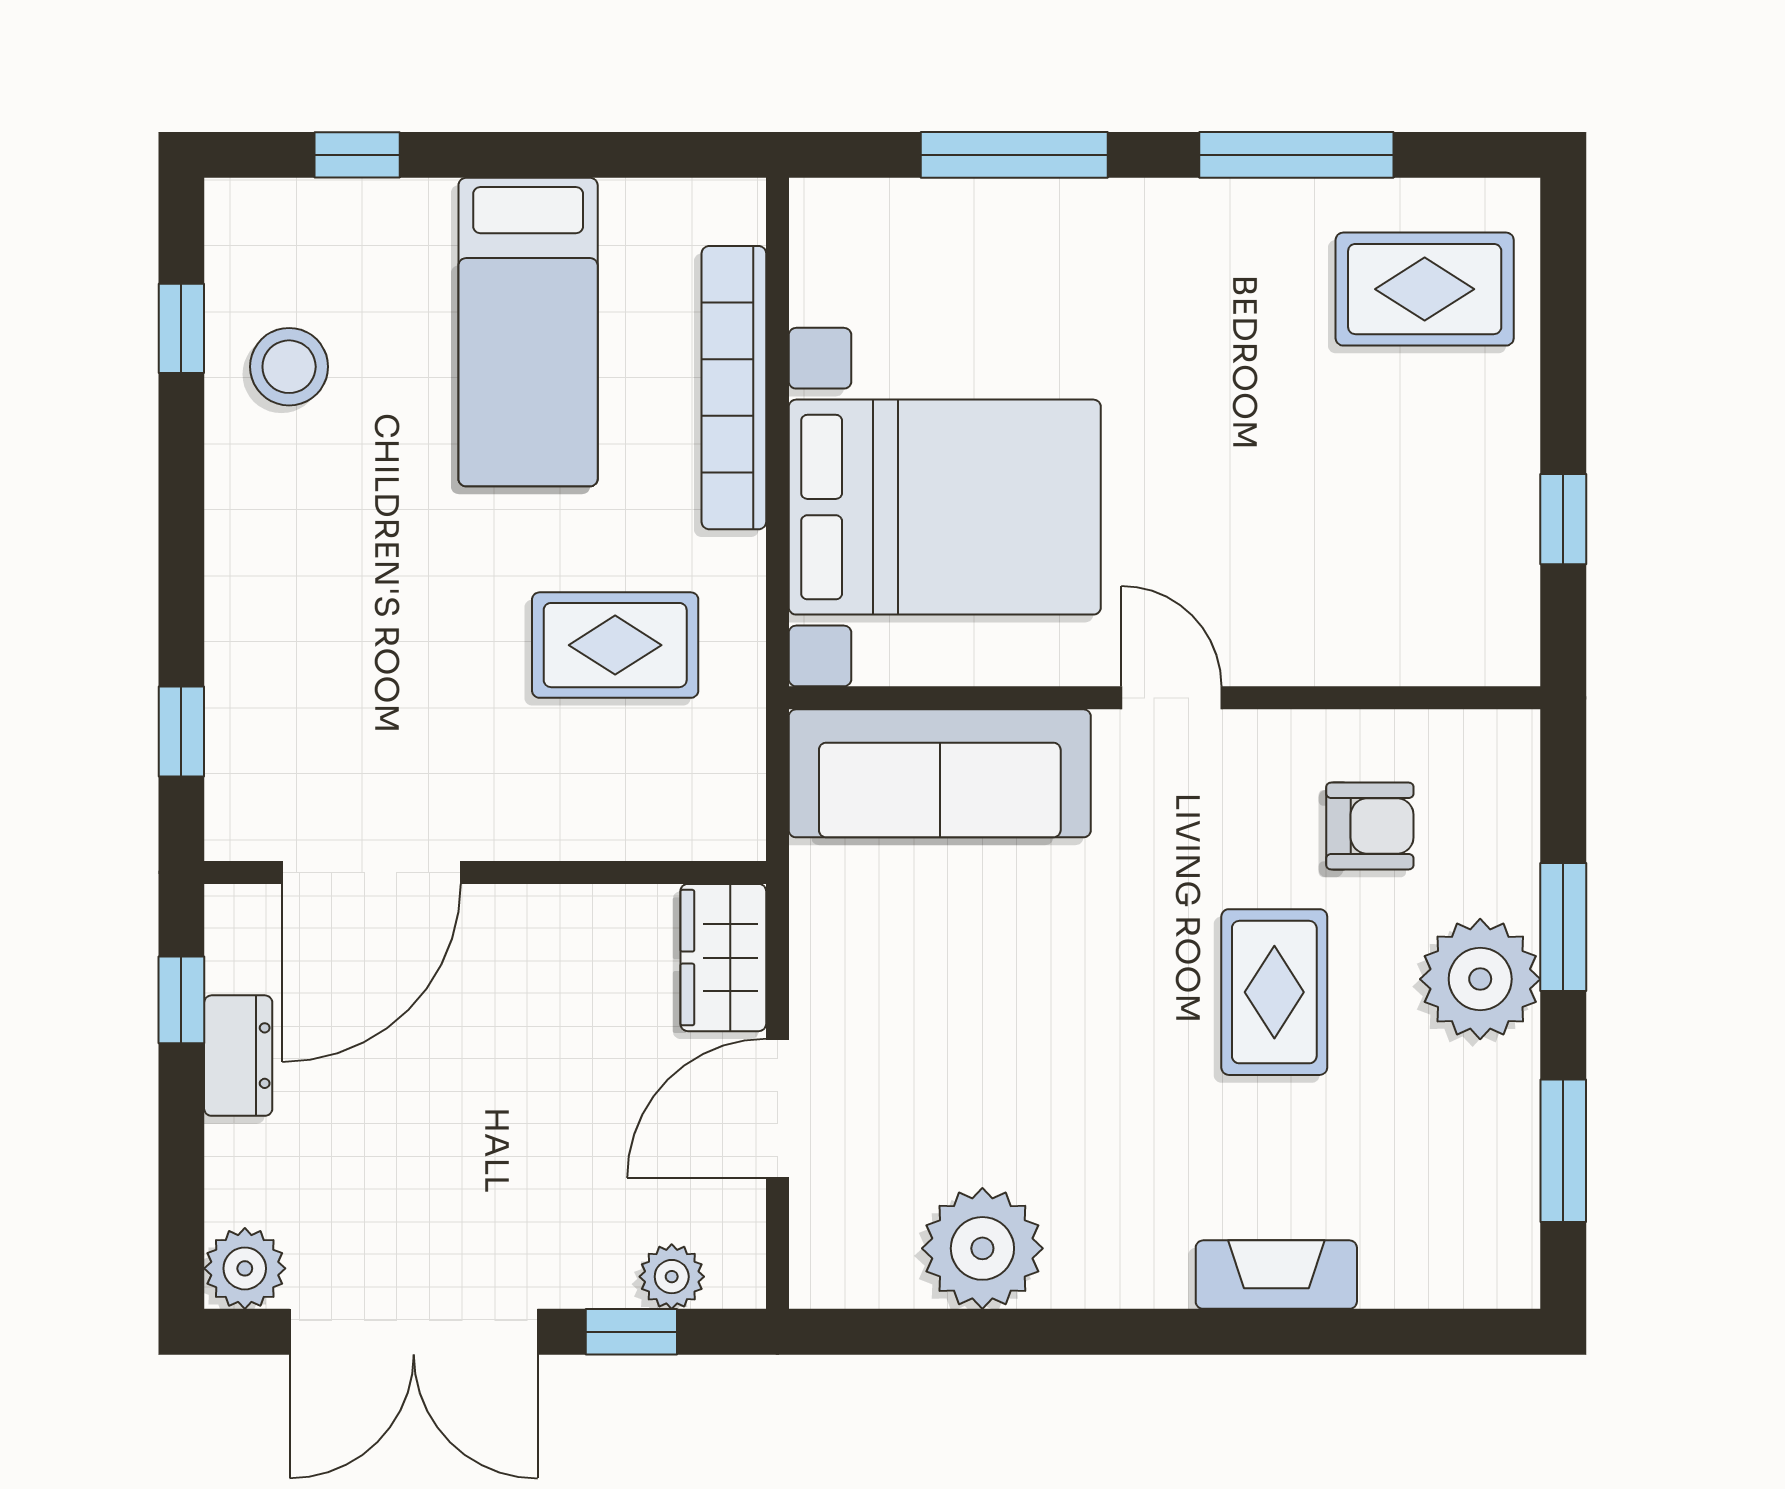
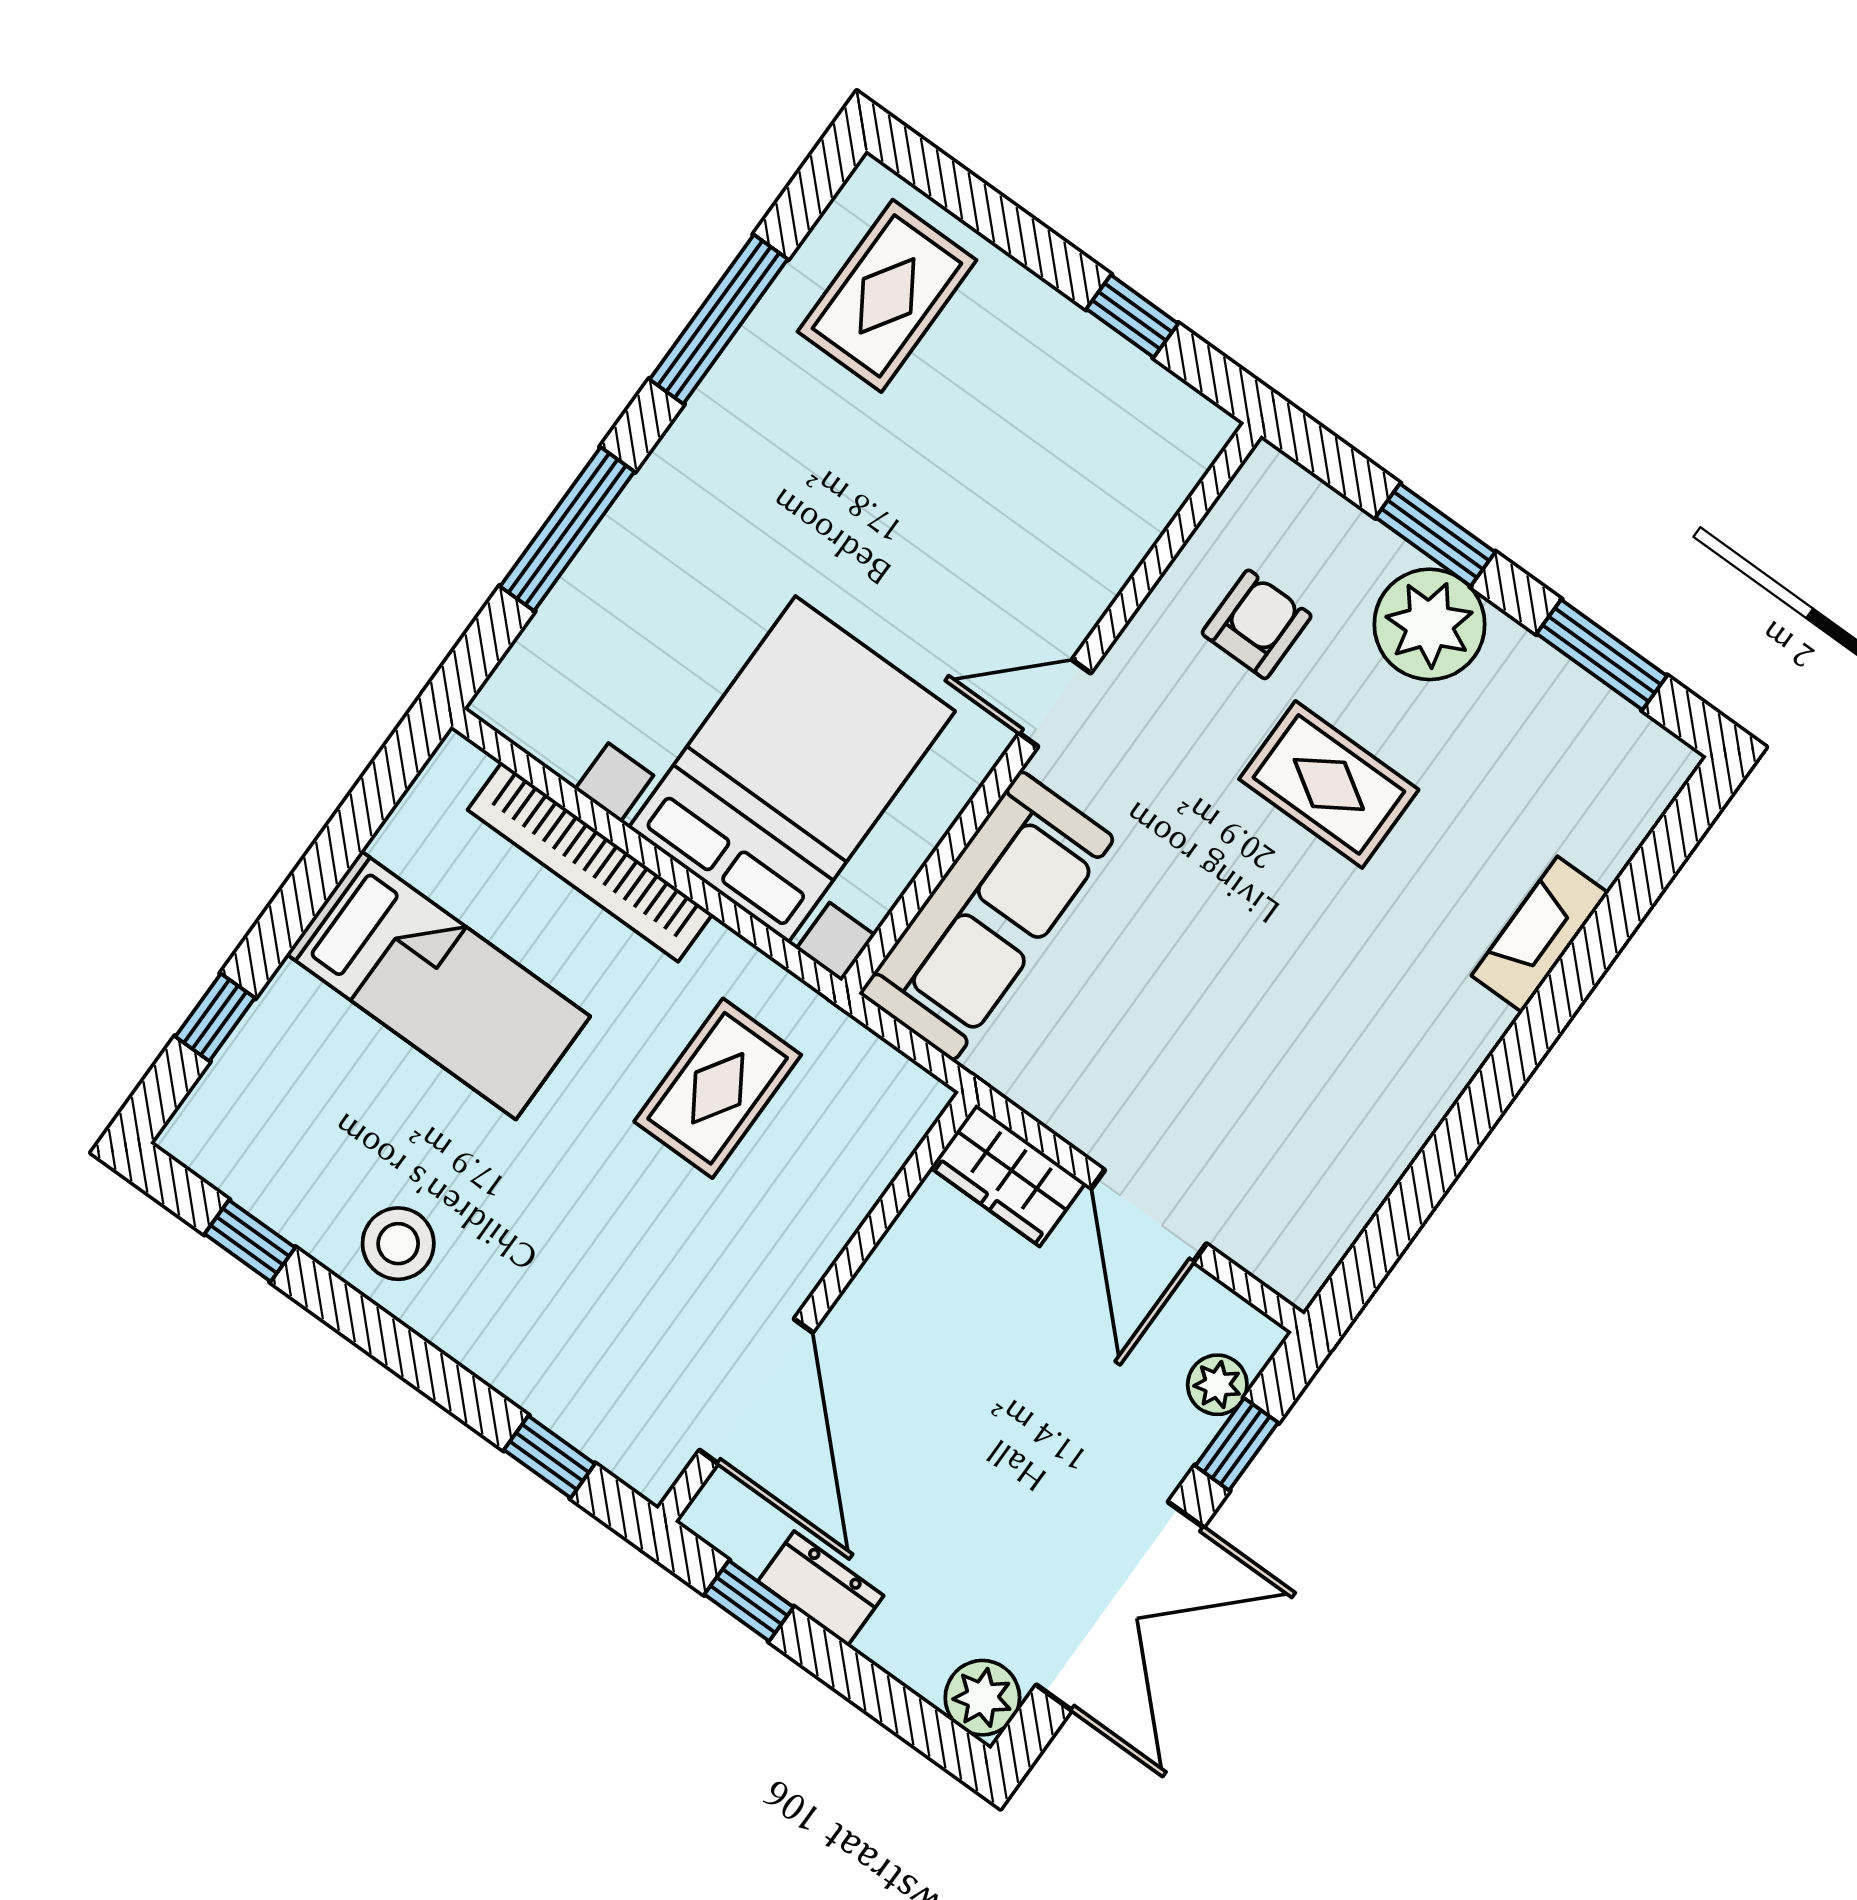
stool: (289, 367) -> (398, 1244), moved
plant: (982, 1248) -> (1363, 1139), removed

